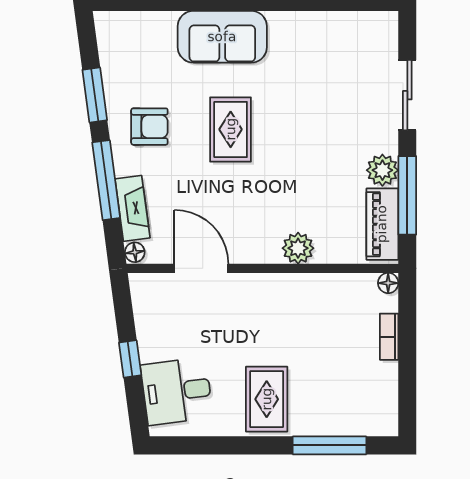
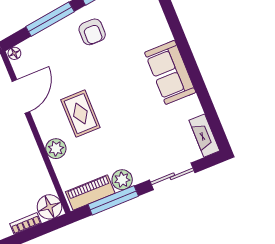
sofa: (222, 37) -> (170, 72), moved
rug: (231, 129) -> (80, 114), moved, turned 90
fireplace: (133, 208) -> (204, 136), moved, turned 98
floor lamp: (388, 283) -> (49, 207), width x1.89, depth x1.89

